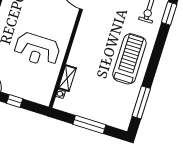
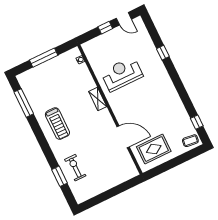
treadmill: (129, 59) -> (57, 124), width x0.73, depth x0.73
shelving: (67, 78) -> (98, 99), moved

